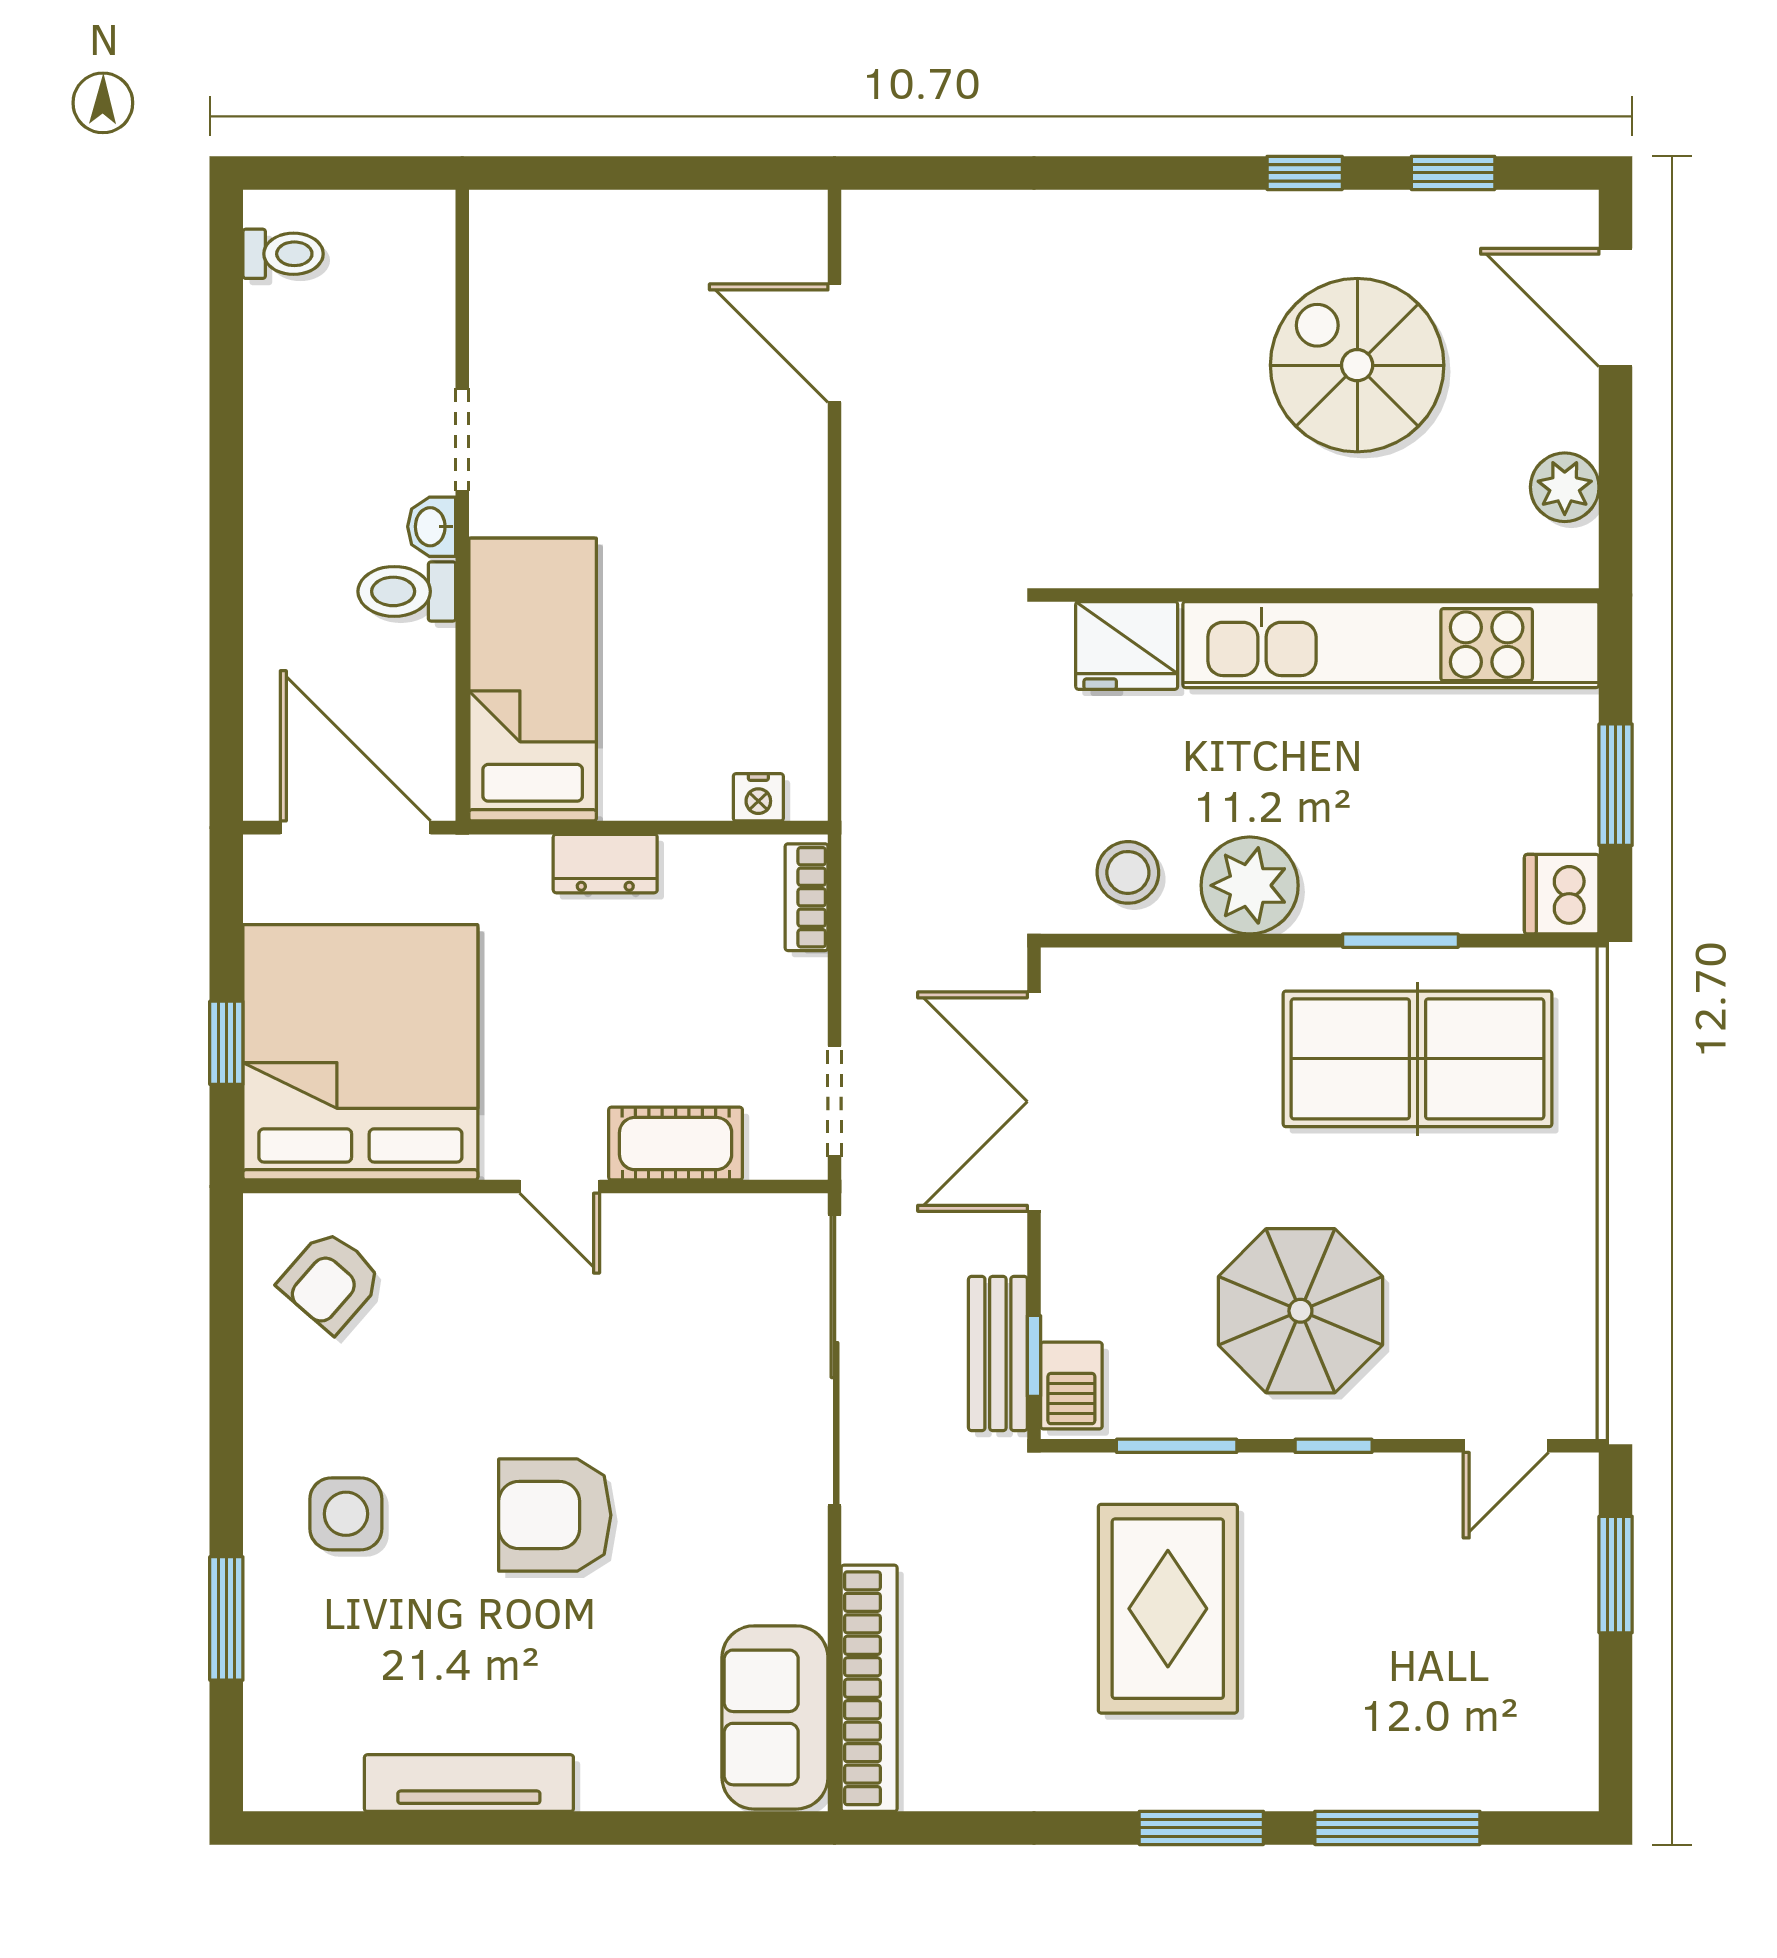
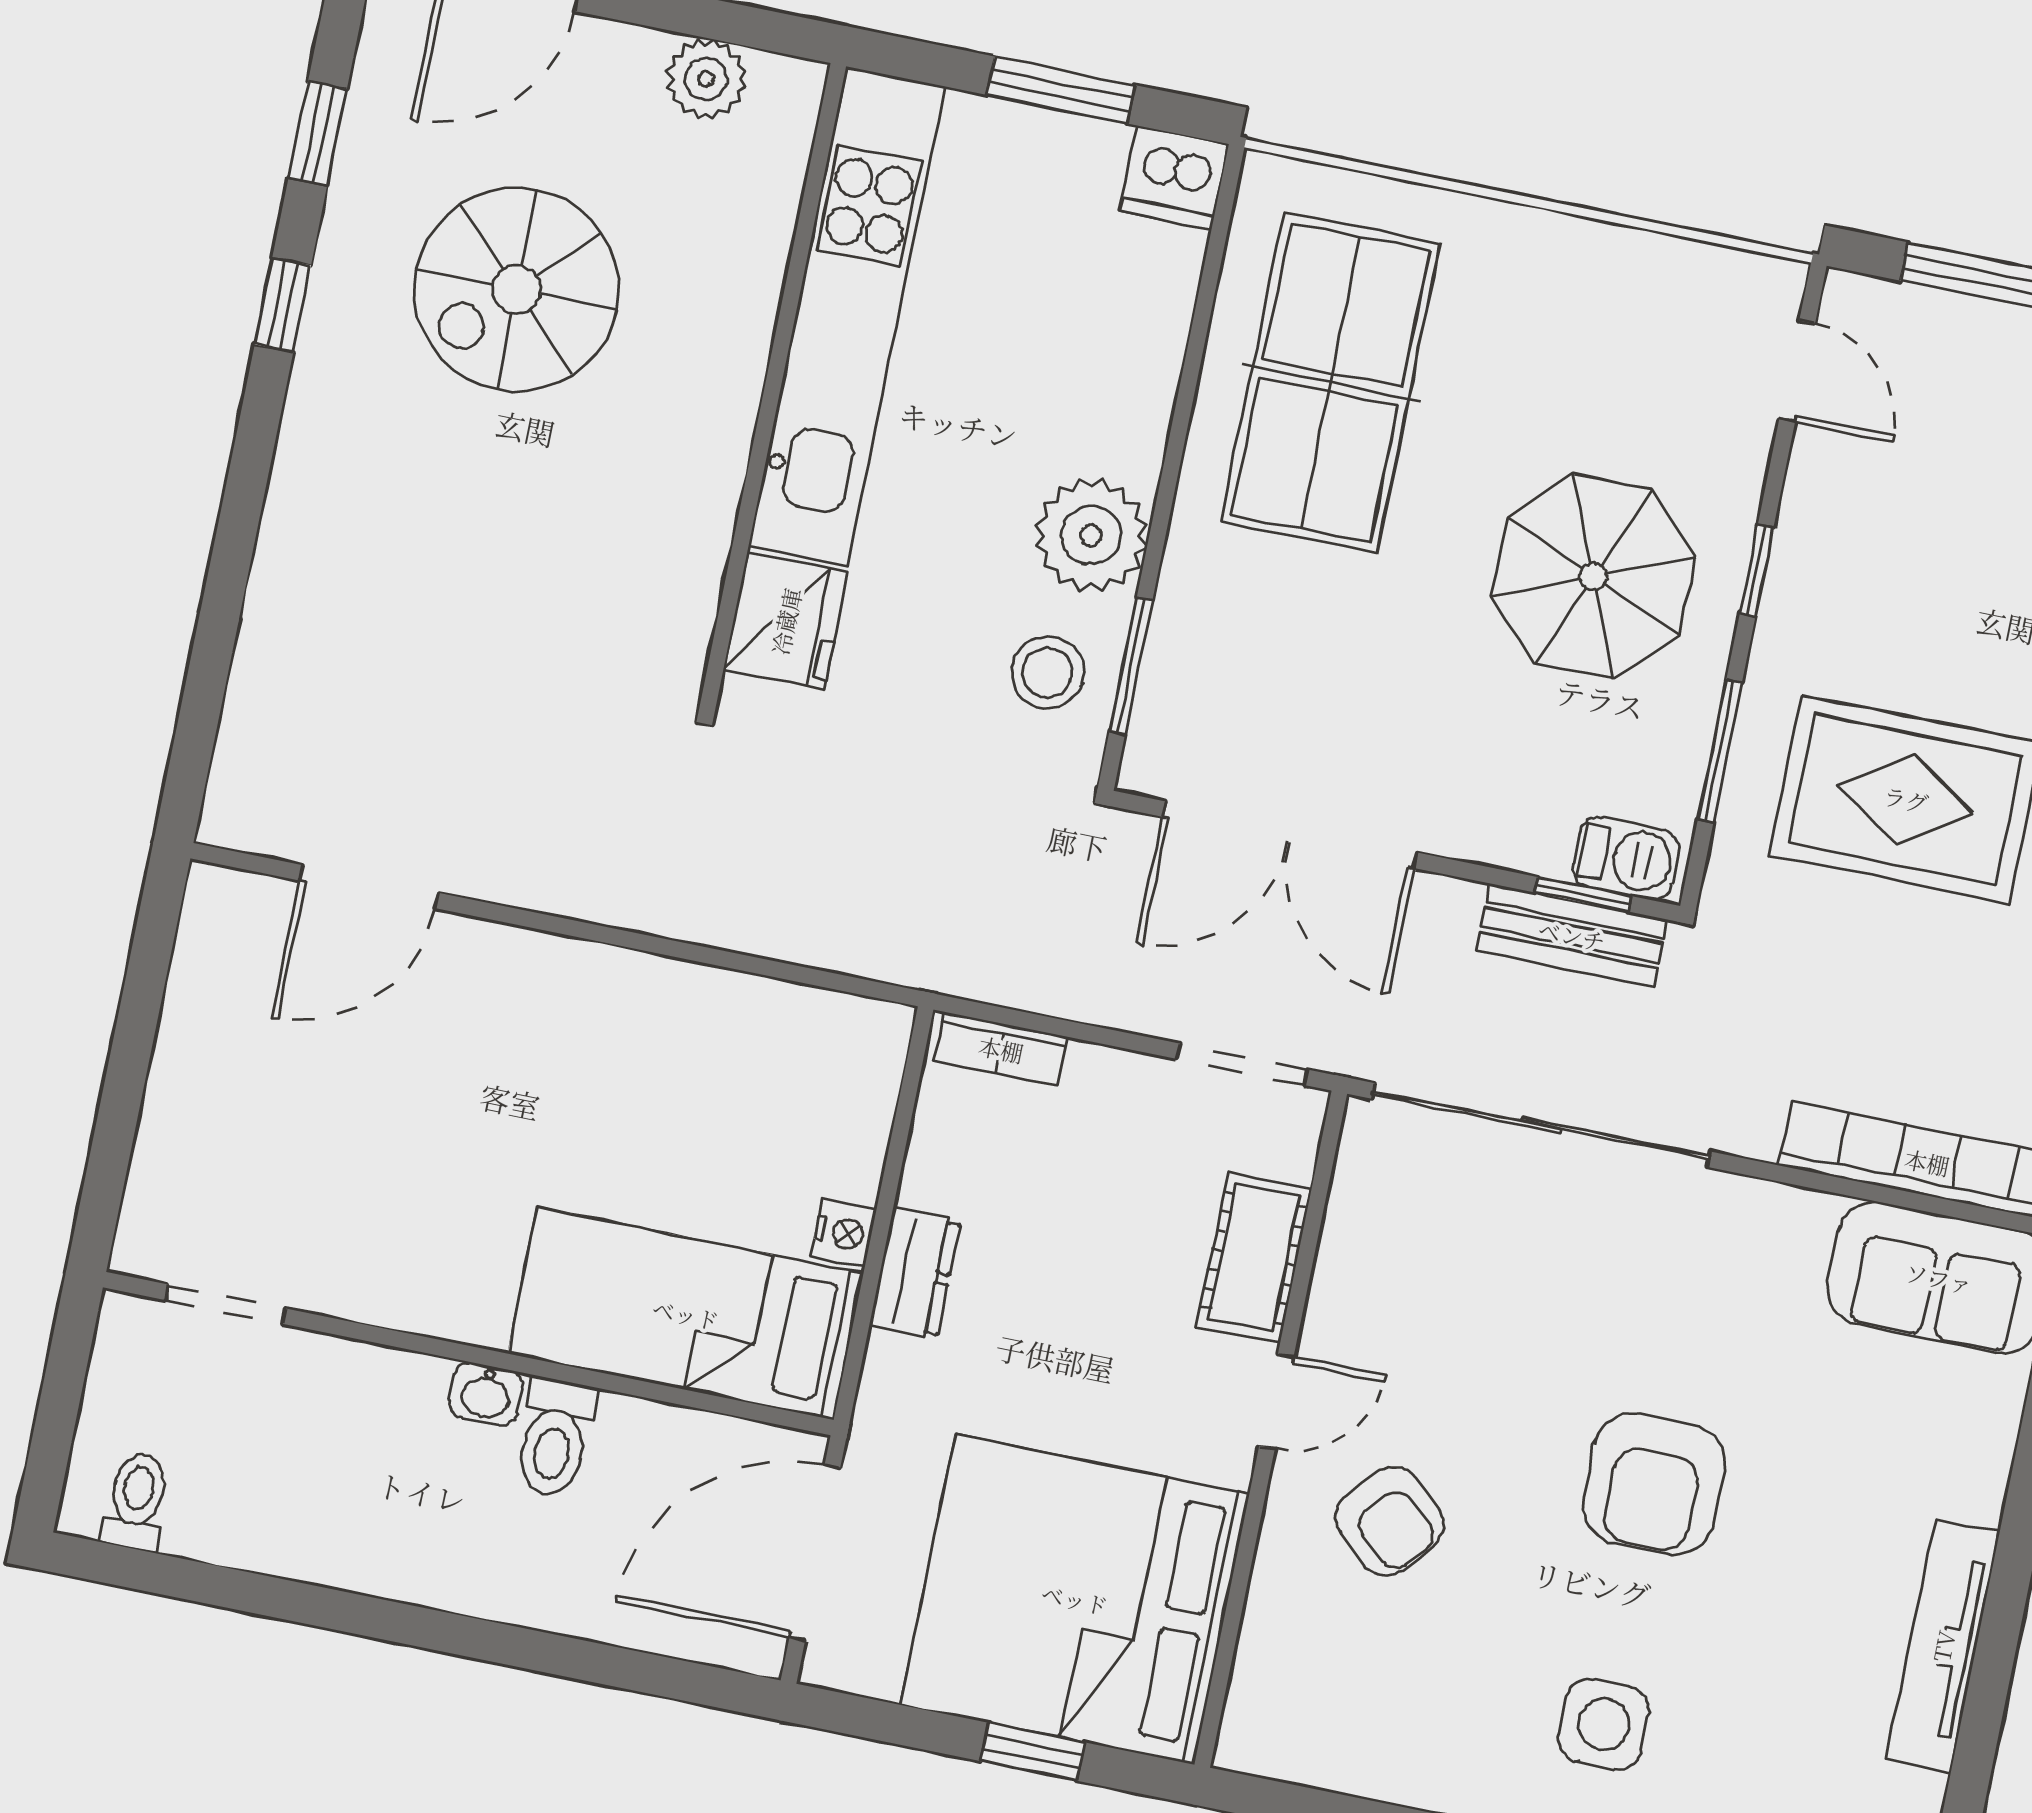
doorway: (462, 440) -> (225, 1304), moved
nightstand: (758, 797) -> (844, 1233), moved
window: (1400, 941) -> (1131, 666), moved
armchair: (331, 1281) -> (1389, 1521), moved

